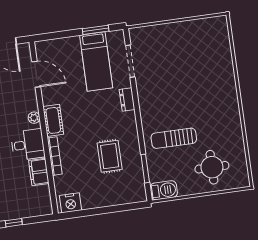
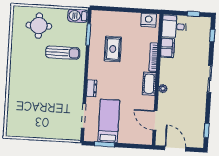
desk: (28, 145) -> (174, 26), moved

